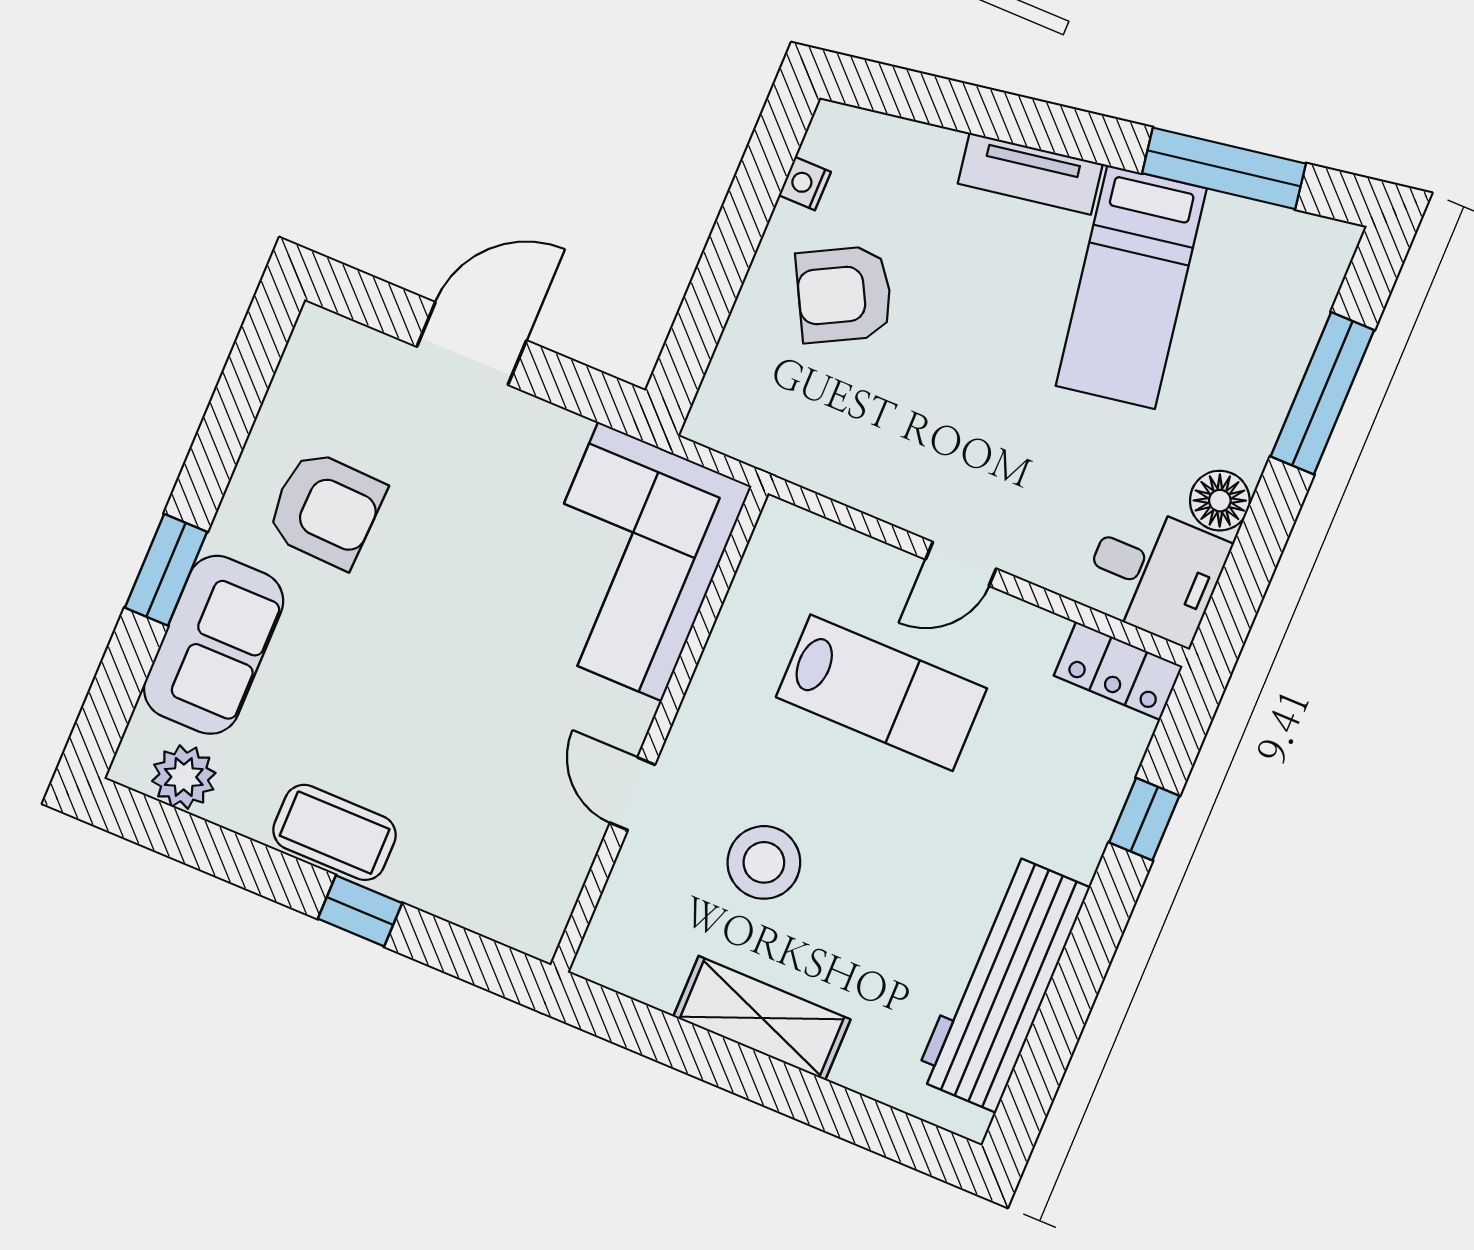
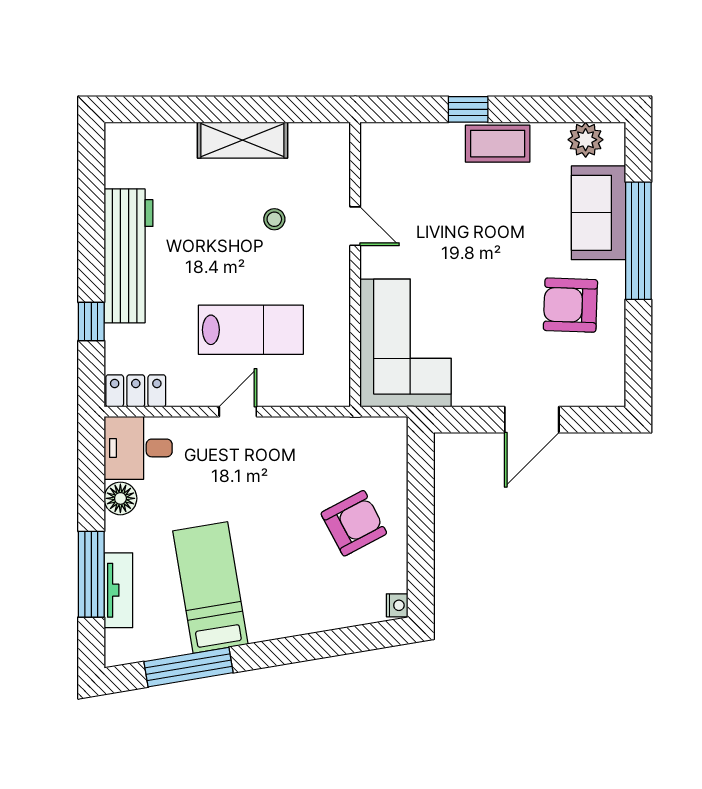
tv unit: (1030, 174) -> (118, 590), moved, turned 99
nightstand: (805, 184) -> (397, 605), moved
window: (166, 570) -> (638, 241), width x2.11
lab bench: (881, 693) -> (251, 330), turned 180
stool: (764, 862) -> (274, 219), width x0.53, depth x0.53
workbench: (1002, 983) -> (128, 256), moved

